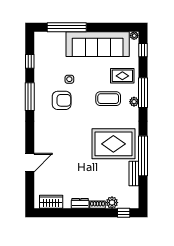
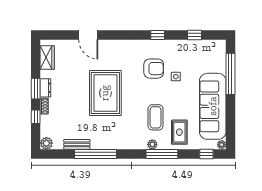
window: (30, 97) -> (158, 35), width x0.46
armchair: (62, 100) -> (154, 69), turned -90
rug: (113, 144) -> (105, 93), moved
plant: (112, 203) -> (46, 143), moved
window: (81, 213) -> (36, 89), added
window: (124, 213) -> (36, 117), moved

